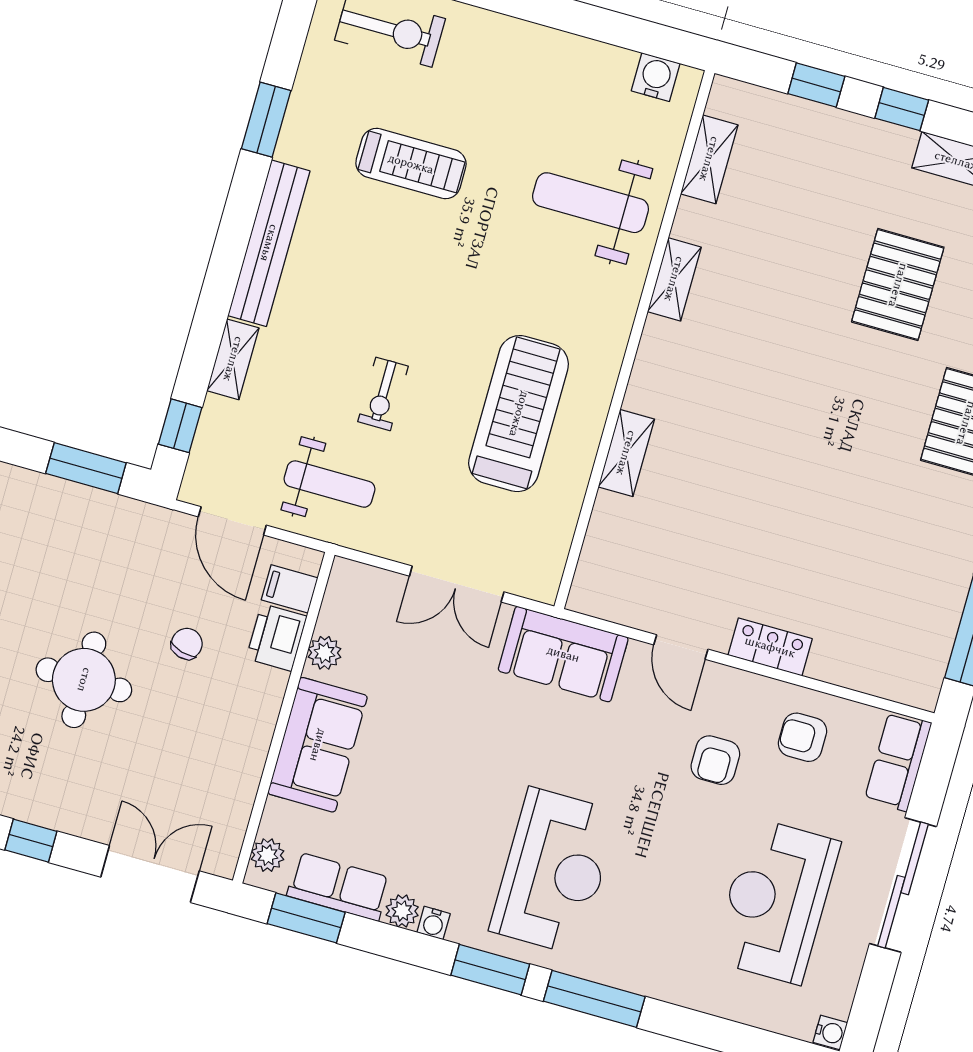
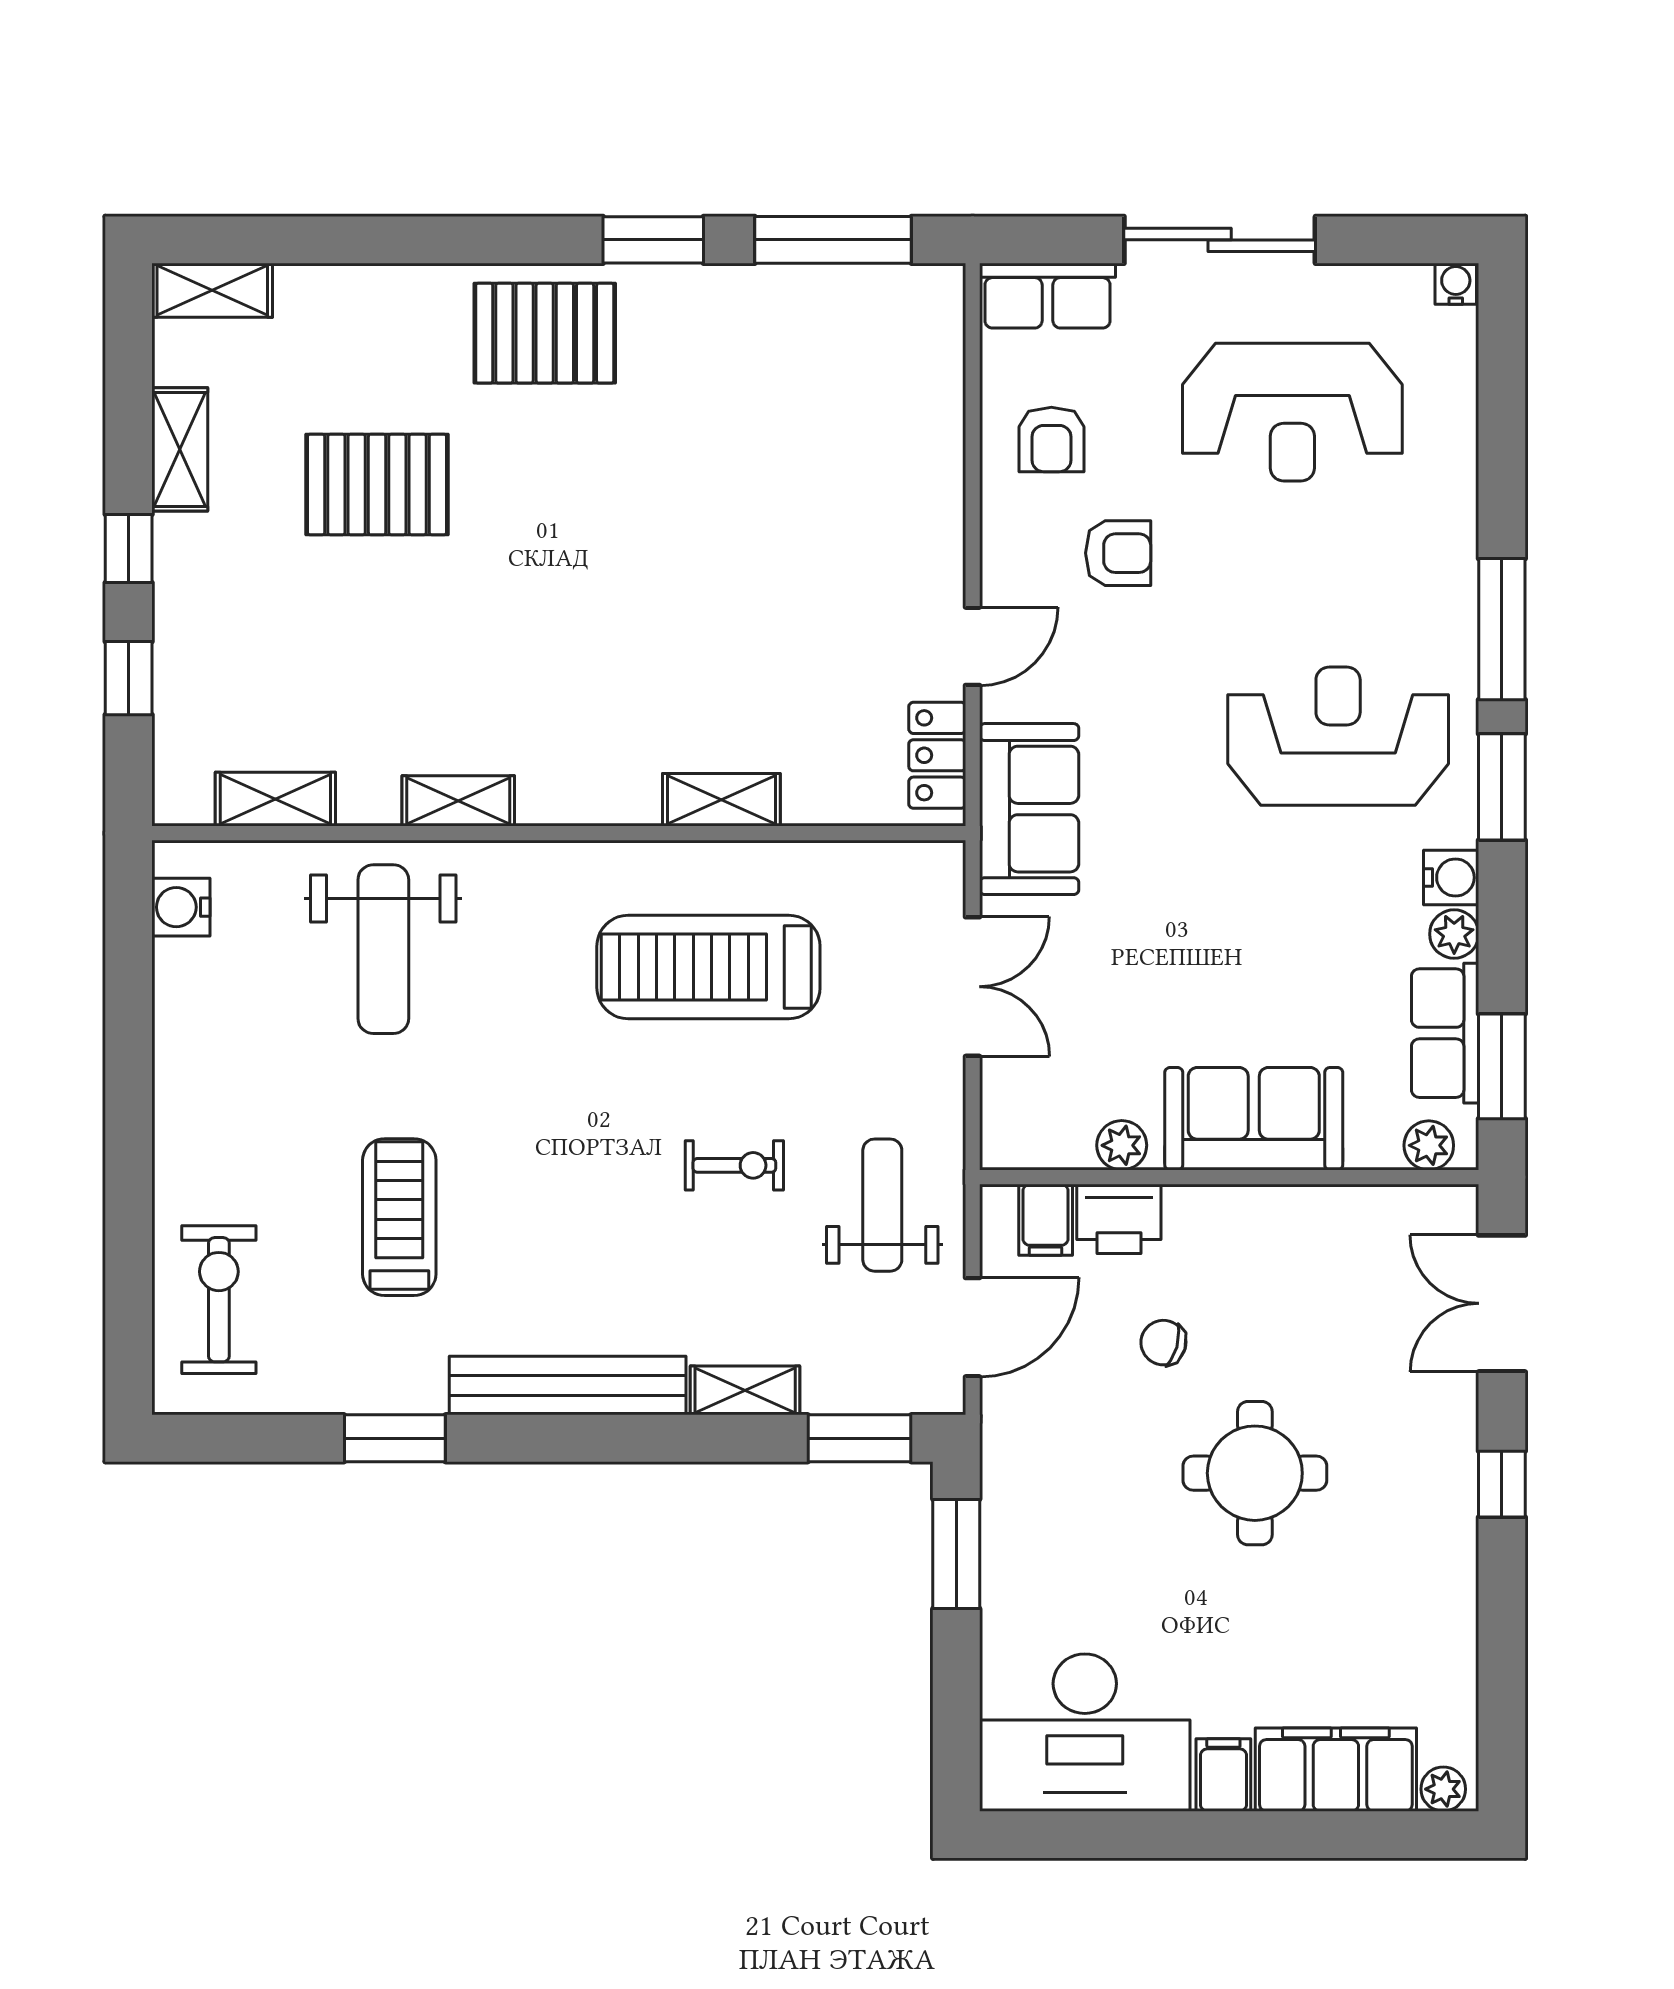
window: (180, 426) -> (860, 1438), width x1.50
locker: (770, 647) -> (937, 755), moved
water cooler: (434, 923) -> (1451, 878), width x1.38, depth x1.38

